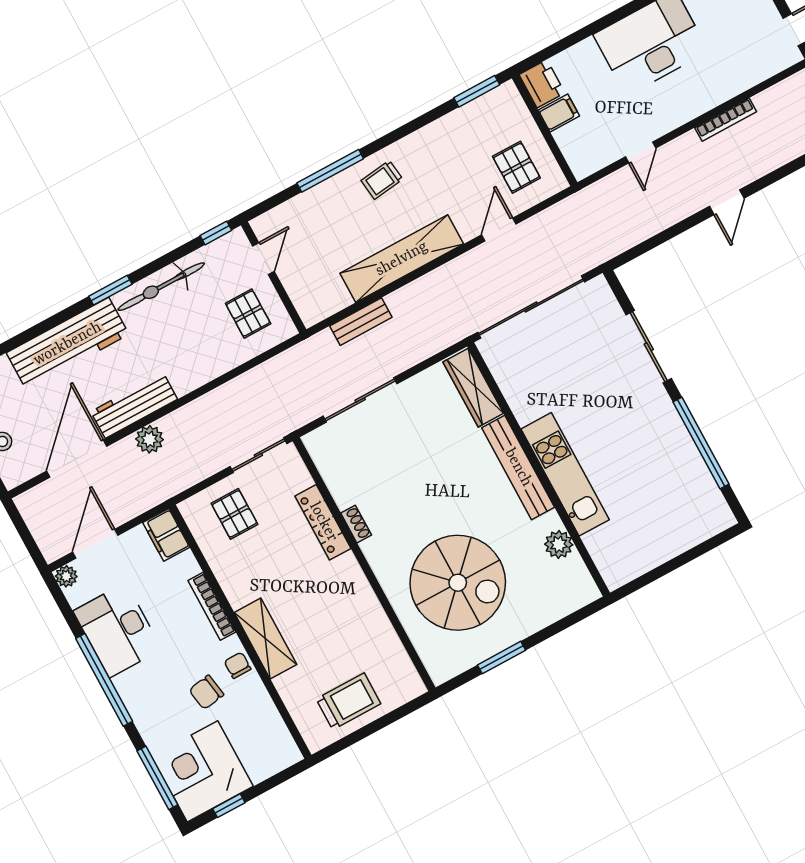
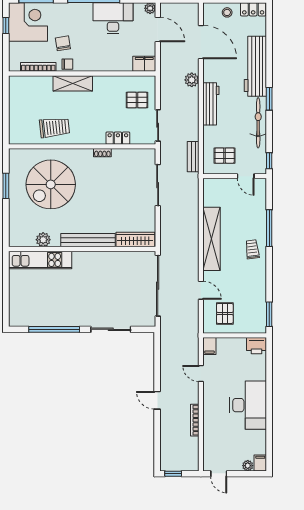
filing cabinet: (559, 113) -> (209, 346), moved
pallet: (516, 167) -> (225, 313), turned 90
bench: (361, 322) -> (193, 157), moved
workbench: (134, 405) -> (211, 104), moved
kitchen unit: (565, 474) -> (40, 260), moved
locker: (323, 522) -> (118, 138), width x0.66
bookcase: (212, 606) -> (38, 67), moved
trolley: (348, 701) -> (54, 128), moved, turned -96

